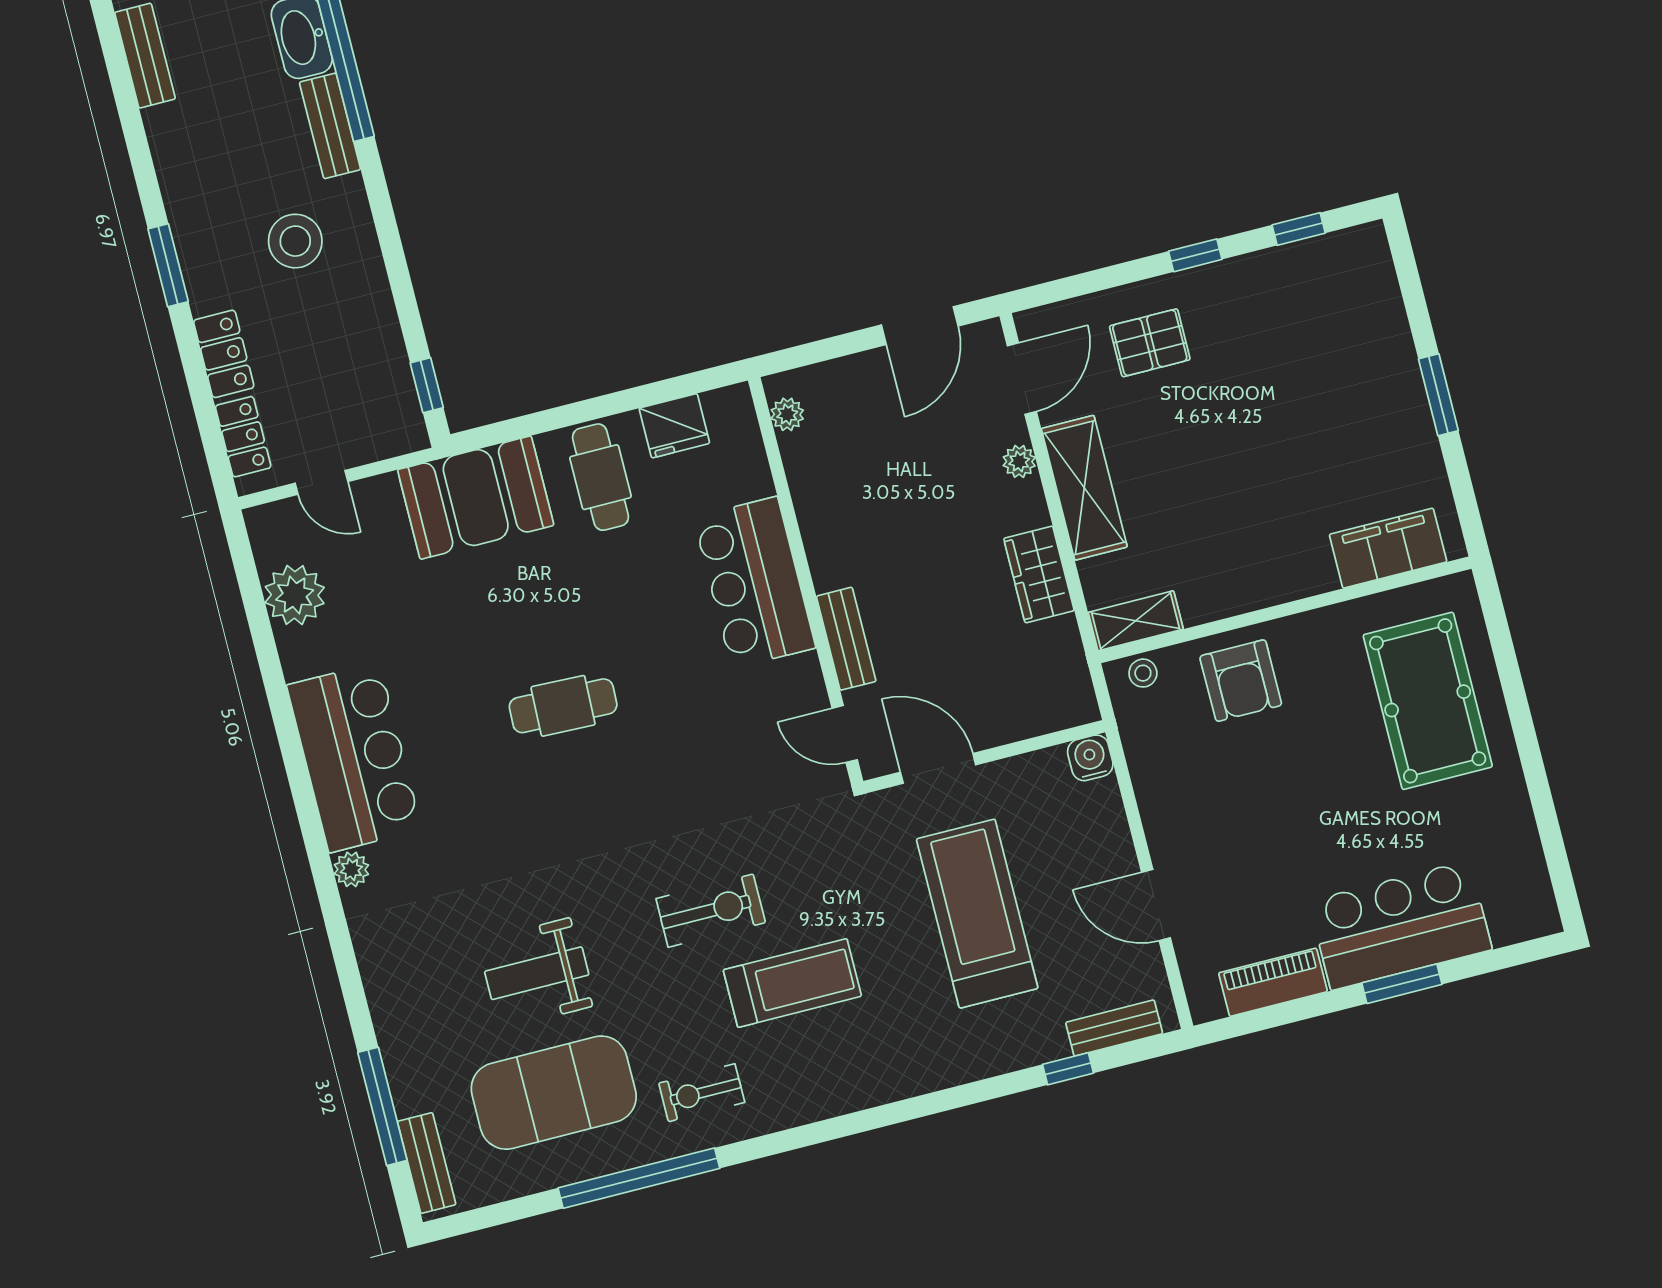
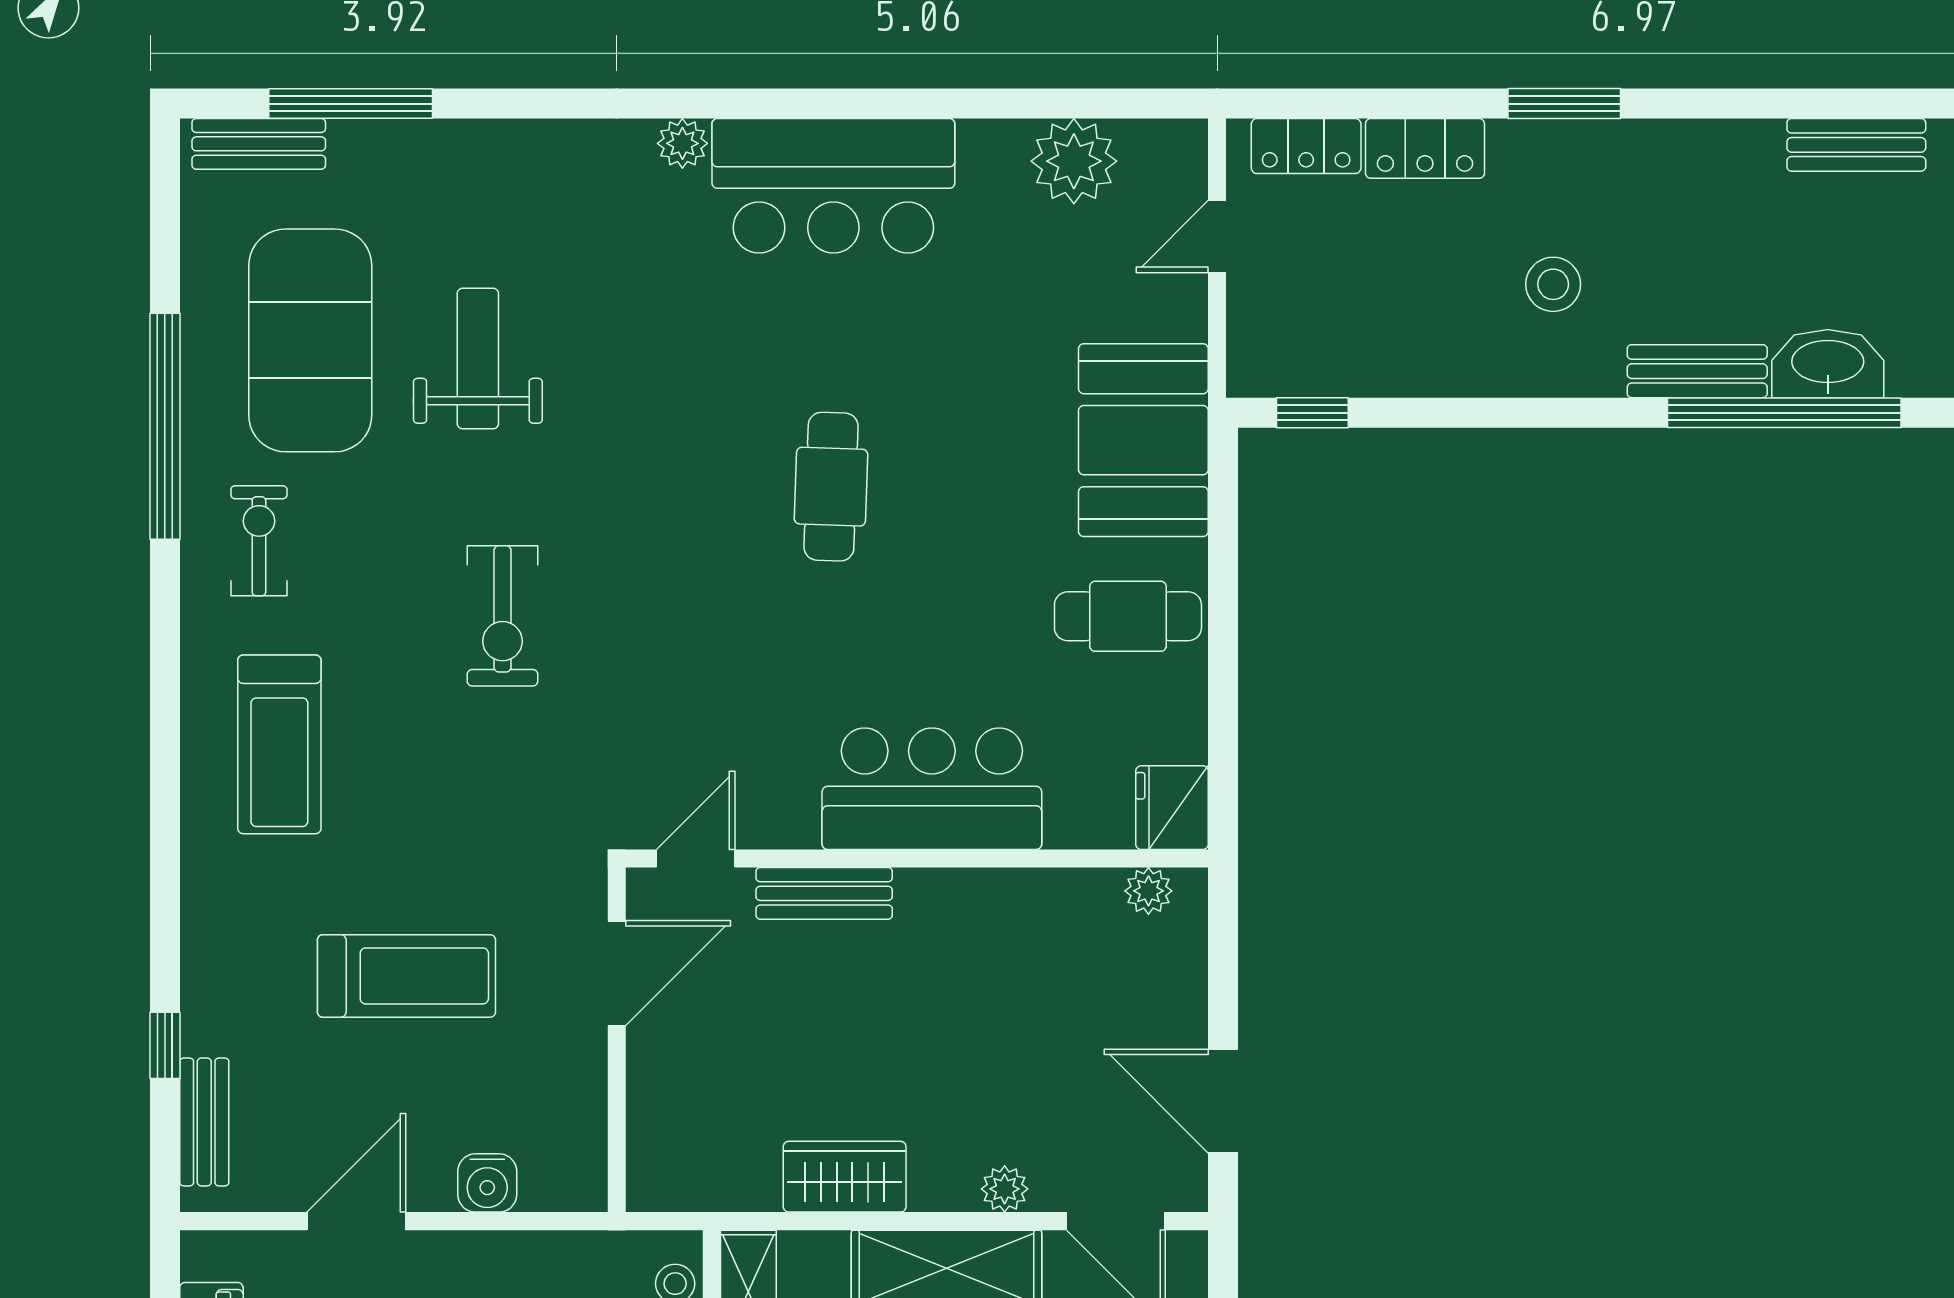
stool: (295, 241) -> (1553, 284), width x0.73, depth x0.73
fridge: (674, 426) -> (1172, 808), moved
water cooler: (1090, 758) -> (487, 1183), moved, turned 90
treadmill: (977, 914) -> (406, 976), width x0.73, depth x0.73
treadmill: (792, 983) -> (279, 744), moved

